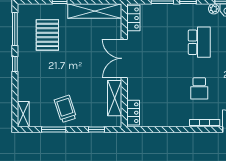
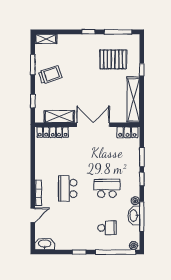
school desk: (199, 42) -> (107, 188), turned 180
school desk: (199, 88) -> (68, 188), width x1.85
locker: (133, 113) -> (53, 132), width x1.53

